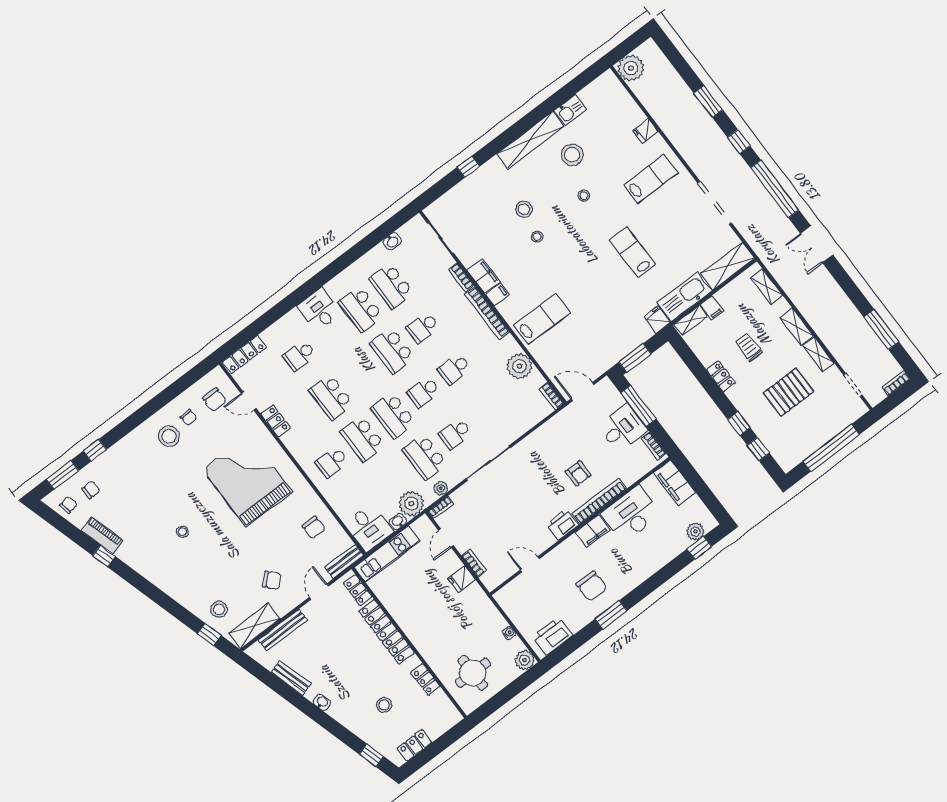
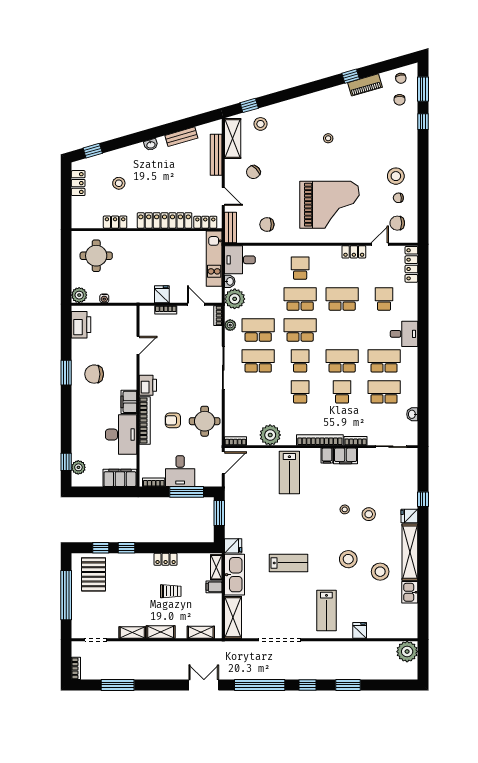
fridge: (495, 168) -> (409, 516), added
stool: (584, 196) -> (348, 559), width x1.89, depth x1.89
pallet: (788, 392) -> (94, 574), moved
school desk: (455, 434) -> (258, 361), width x1.85
round table: (555, 441) -> (205, 421), added

